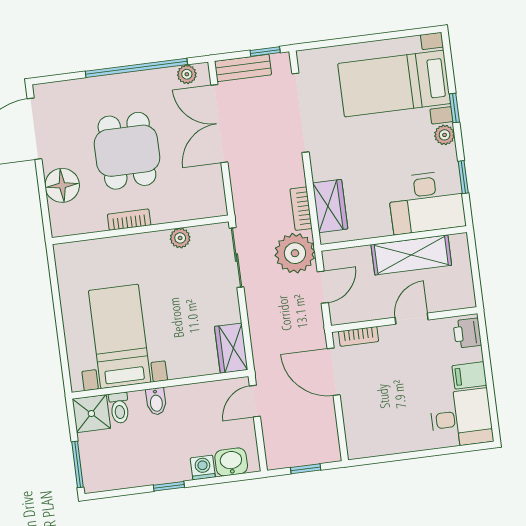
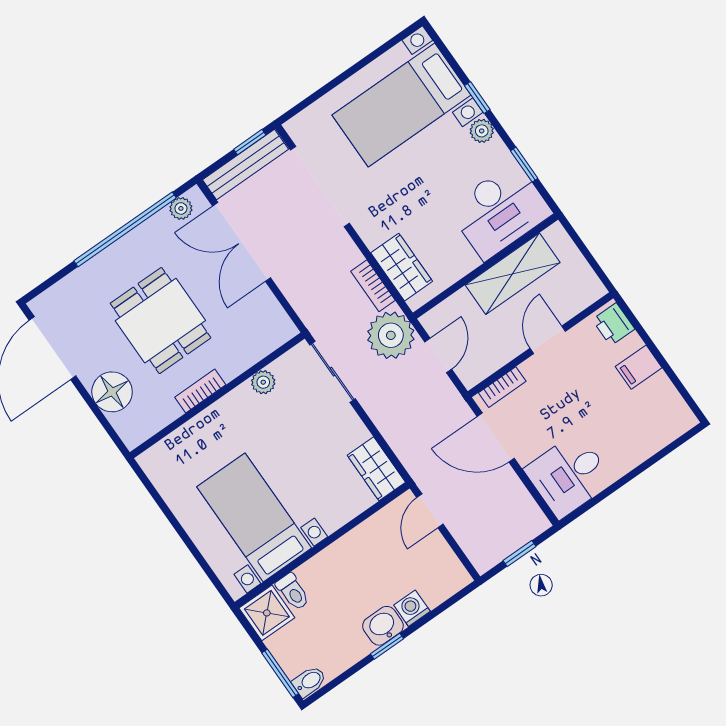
bench: (243, 68) -> (245, 165), width x1.36
bidet: (156, 401) -> (309, 681), moved, turned -90
desk: (461, 418) -> (569, 475), moved, turned 180
washbasin: (231, 462) -> (383, 626), moved

